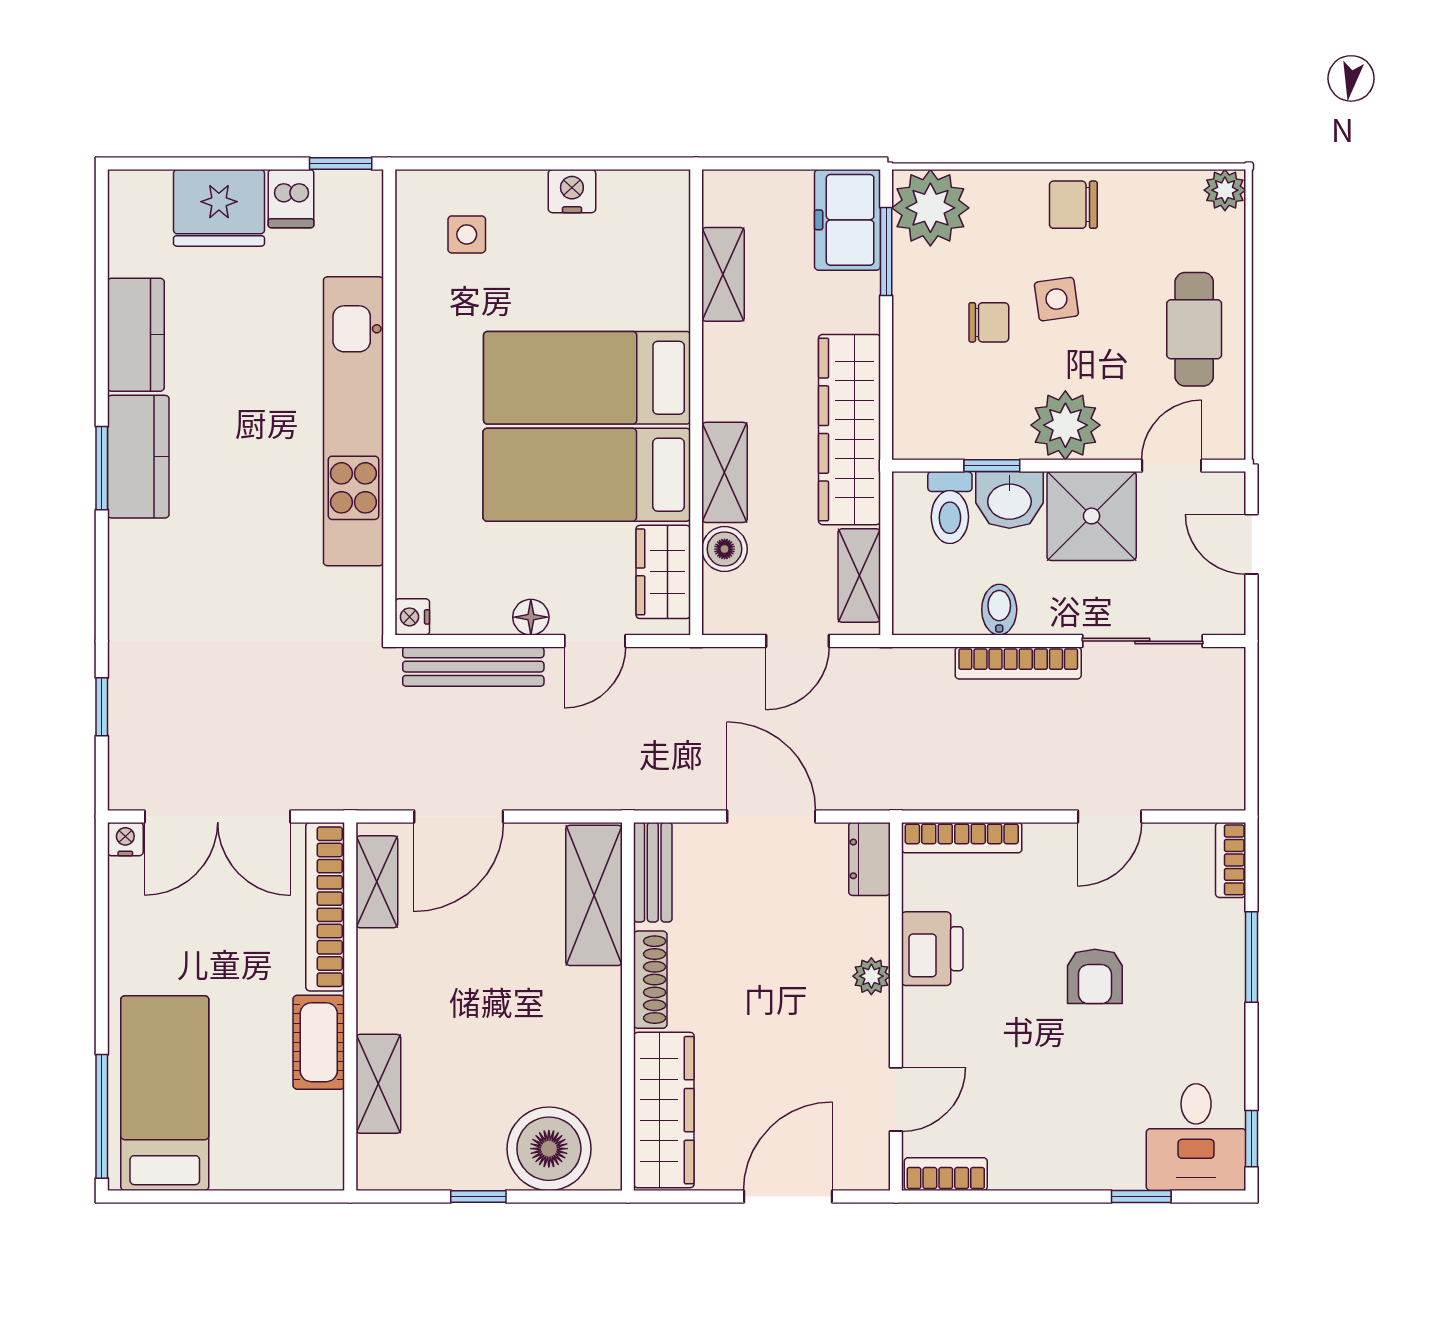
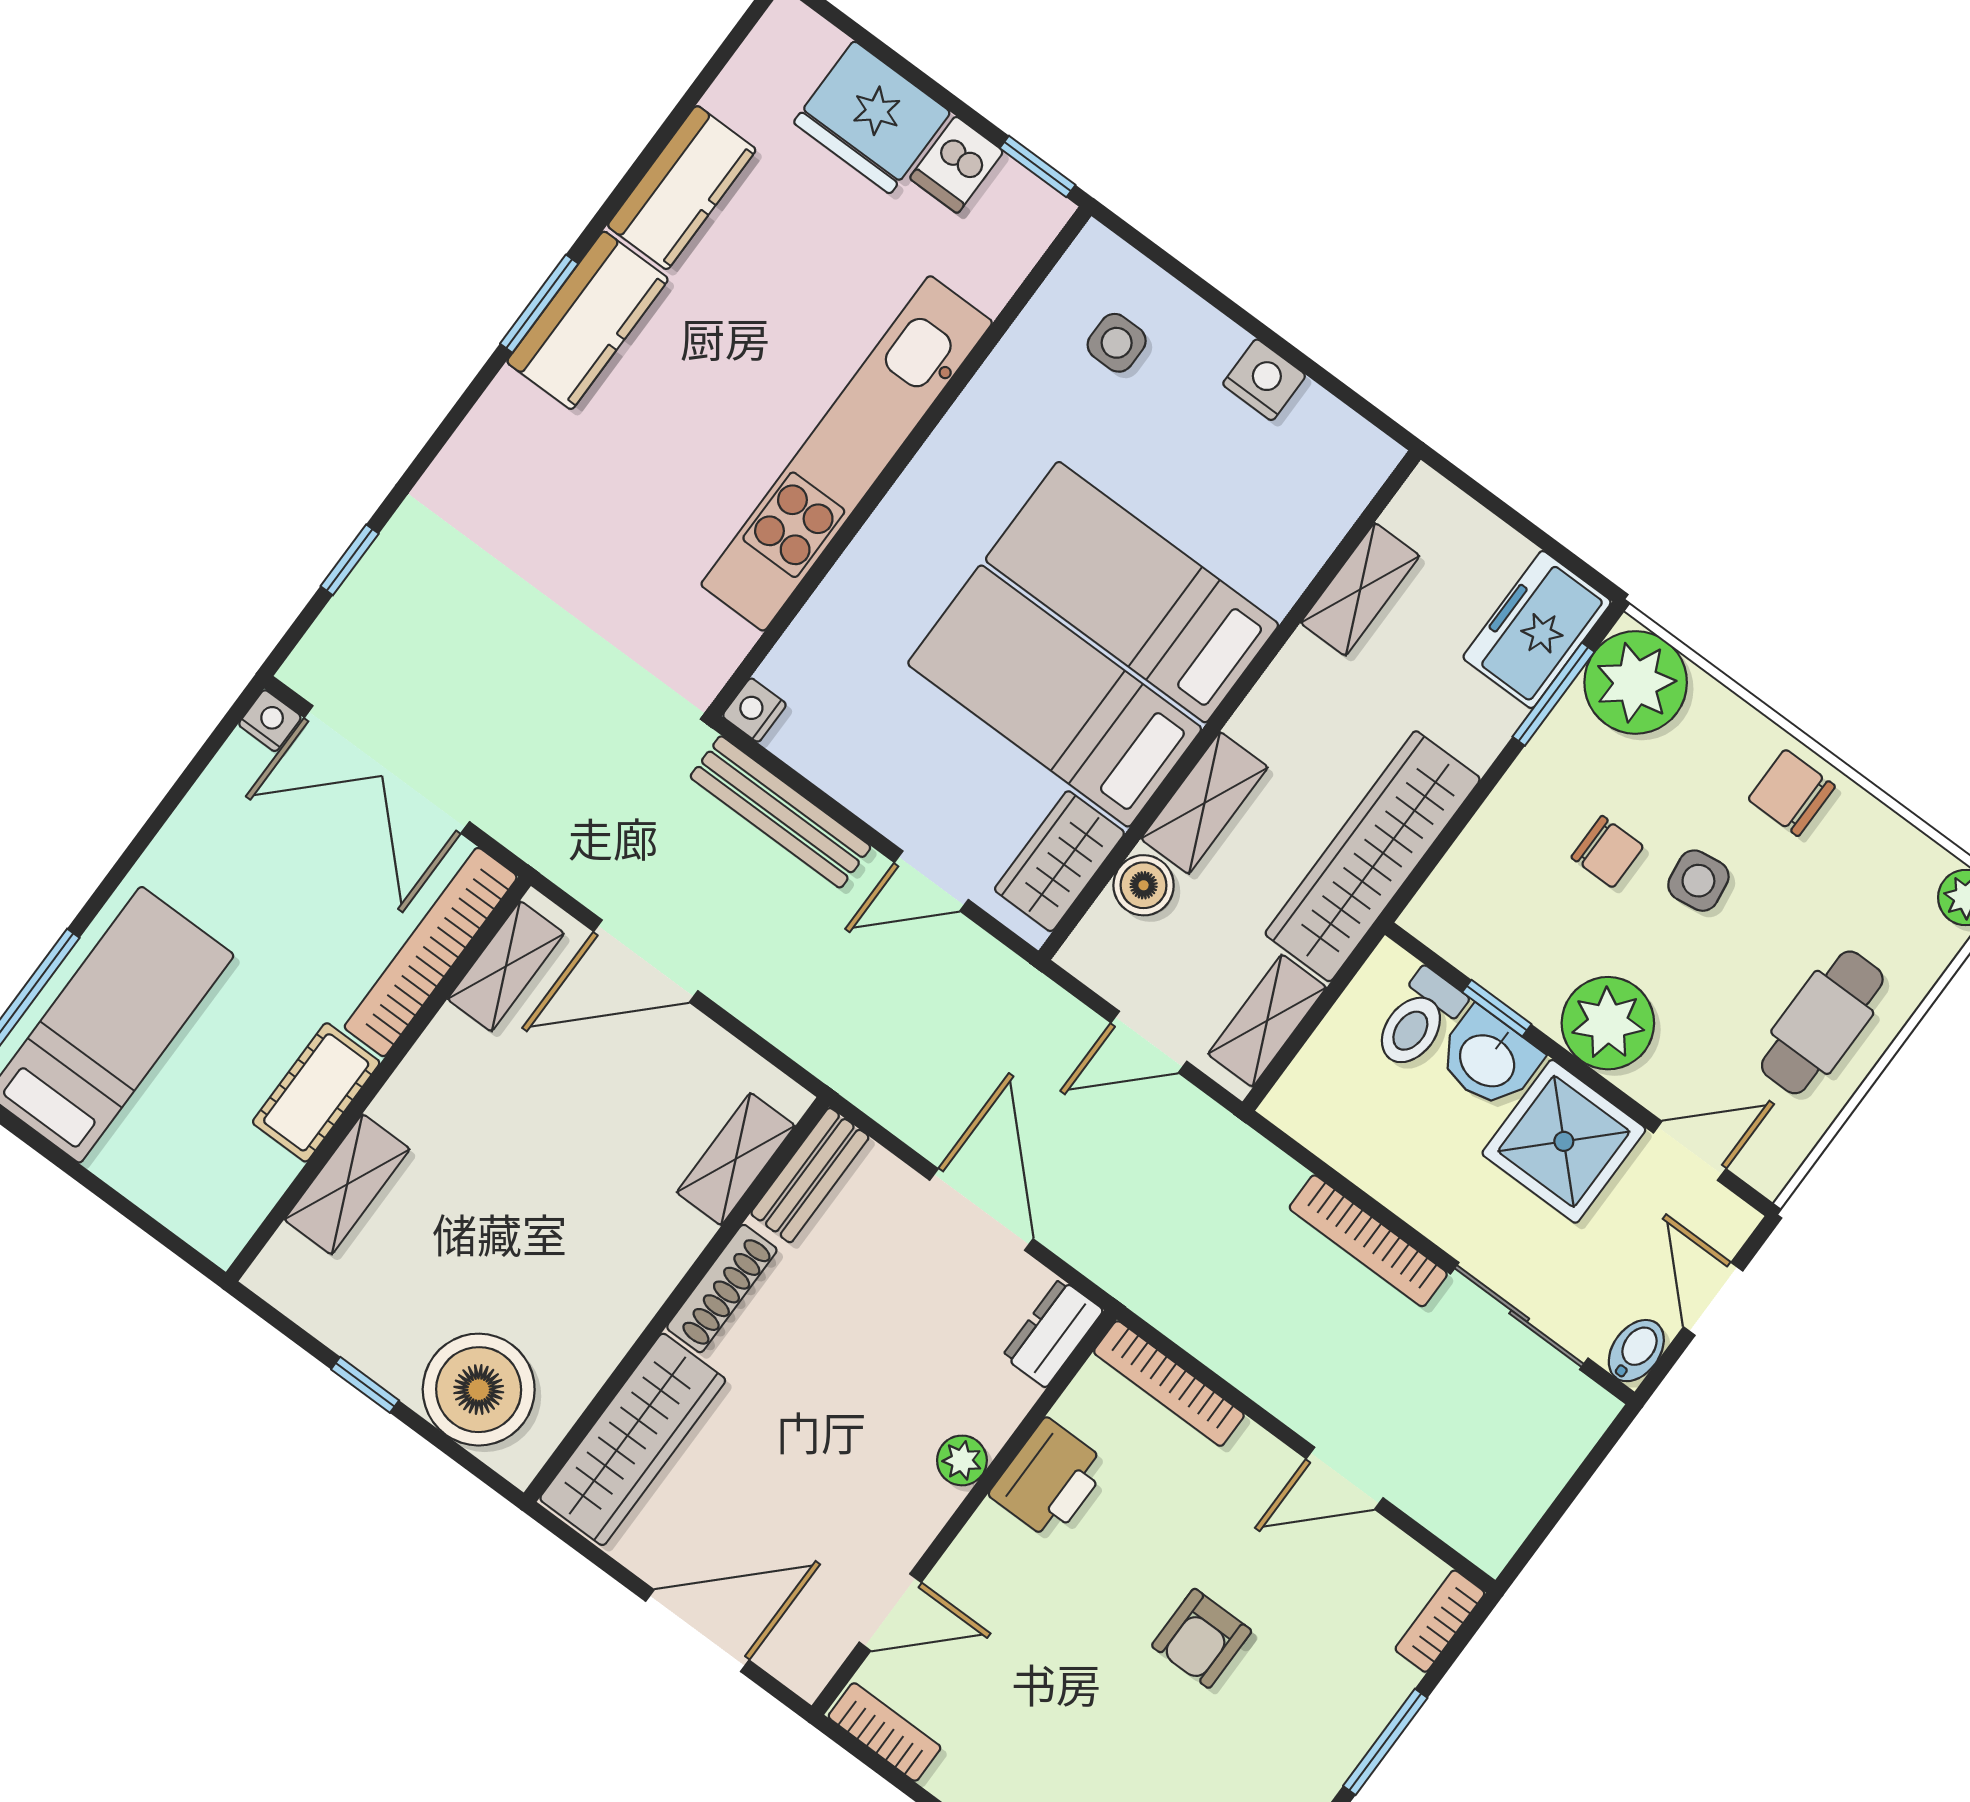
bidet: (999, 610) -> (1636, 1351), moved
floor lamp: (531, 617) -> (881, 805), removed
shelving: (594, 895) -> (736, 1159), width x0.67, depth x0.75

